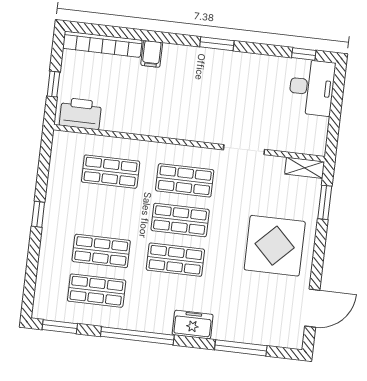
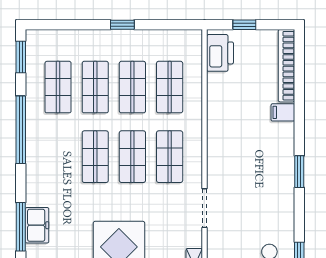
shop shelf: (106, 211) -> (132, 87), added
freezer: (193, 325) -> (37, 225), moved

